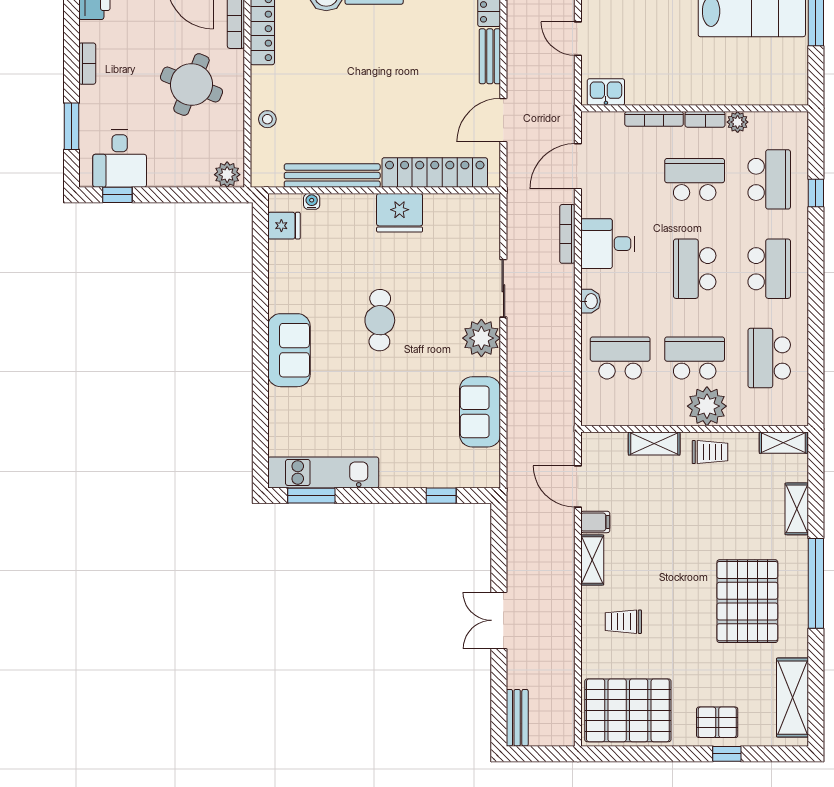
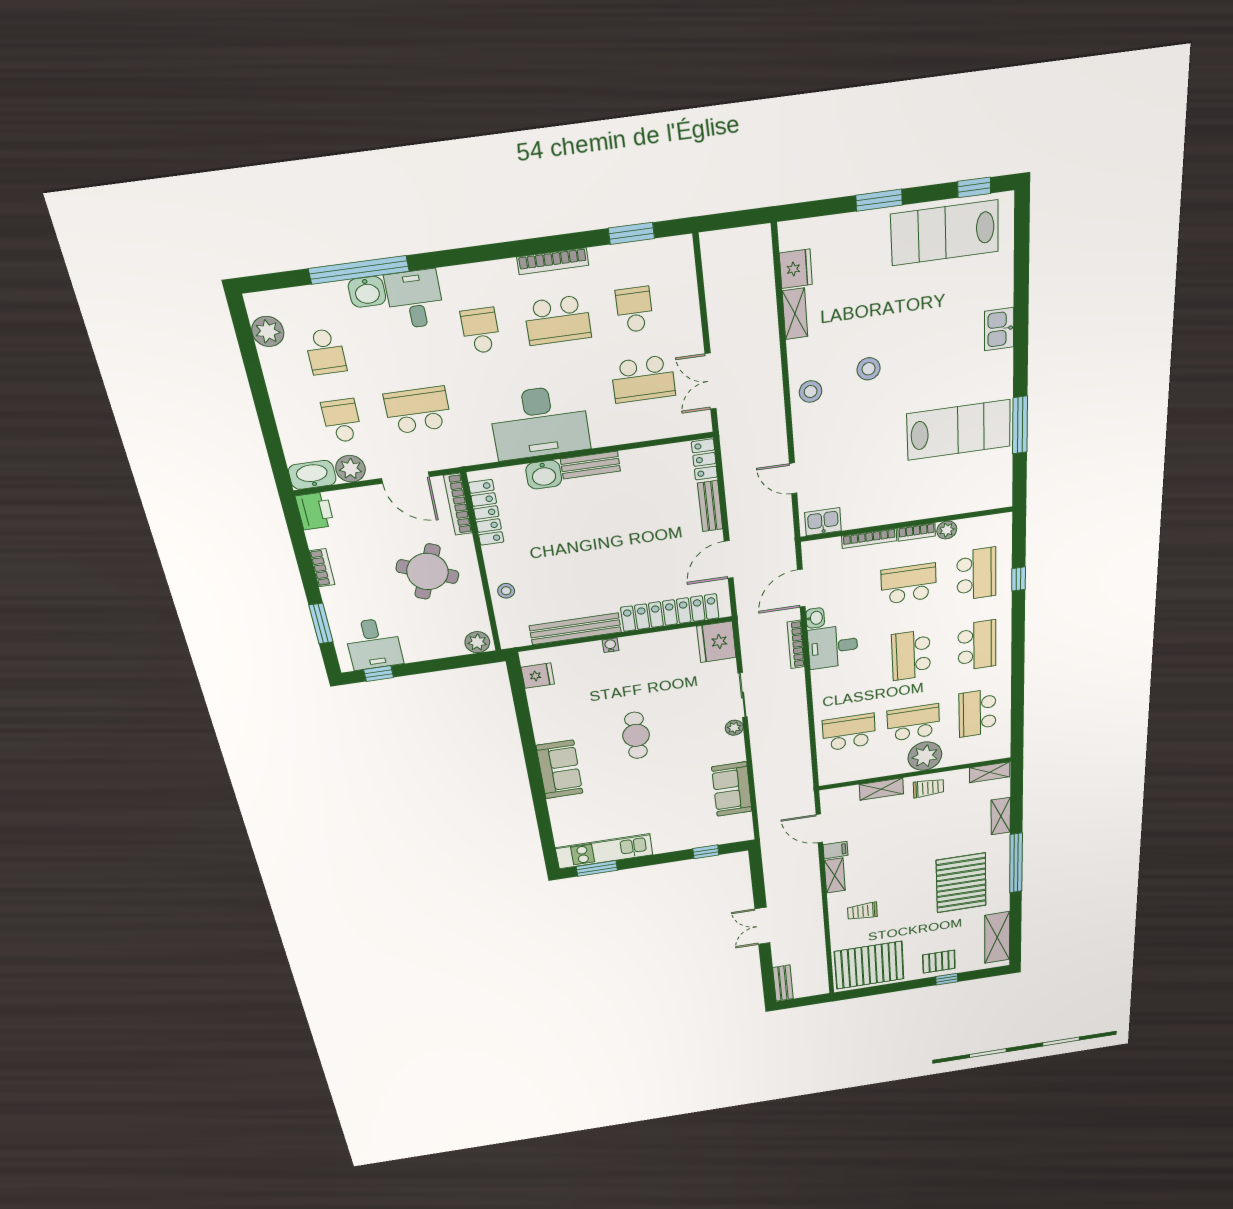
water cooler: (312, 201) -> (610, 645), moved
fridge: (400, 213) -> (716, 642), moved, turned 90
washbasin: (591, 301) -> (815, 618), moved
plant: (481, 338) -> (734, 728), width x0.53, depth x0.53

